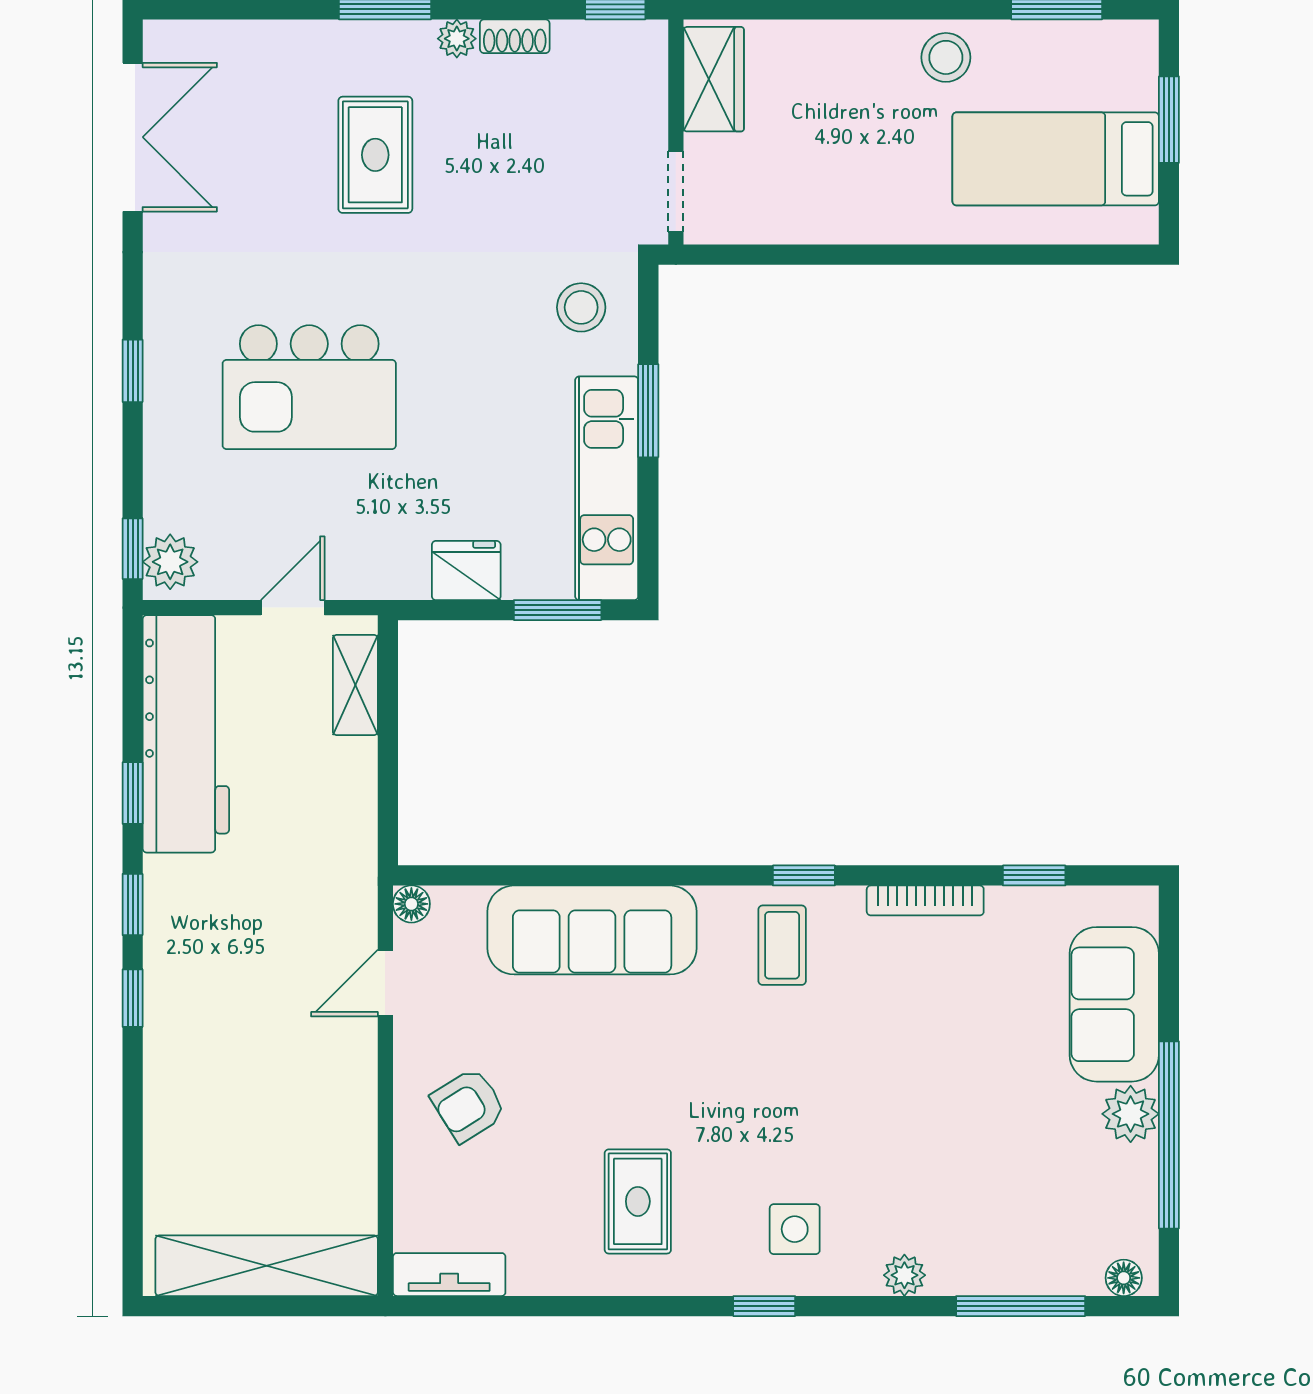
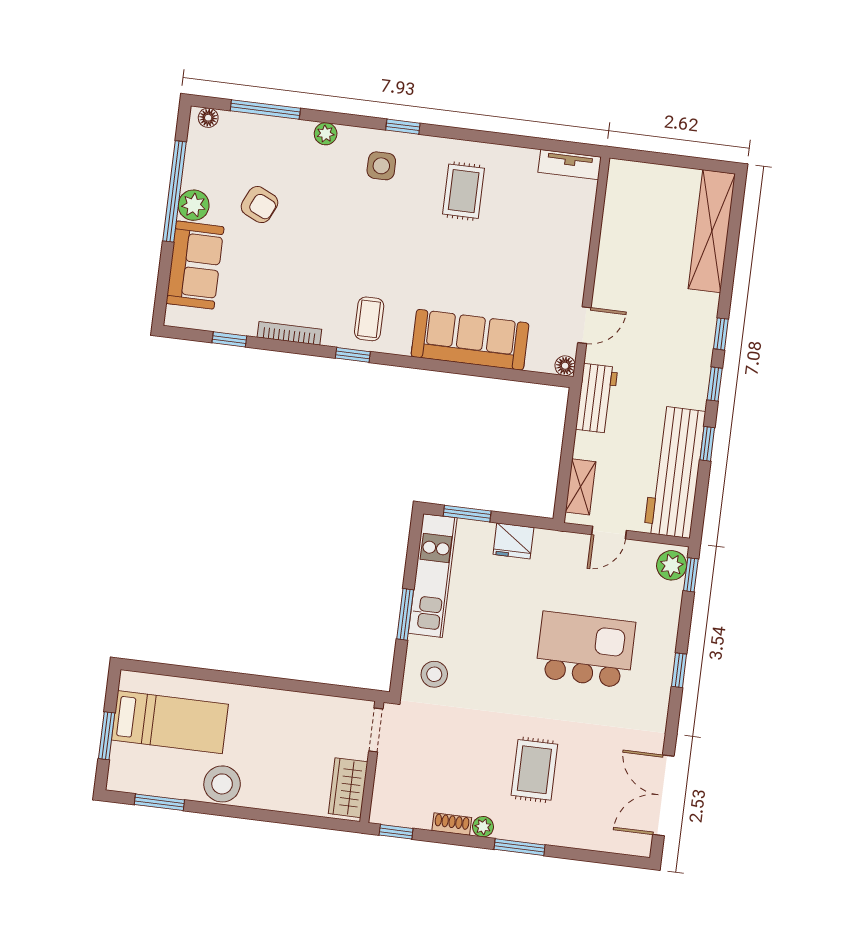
stool: (946, 57) -> (222, 784), width x1.38, depth x1.38
workbench: (346, 851) -> (597, 398), added
armchair: (468, 1105) -> (259, 205), moved, turned 57
shelving: (267, 1266) -> (712, 231), moved, turned 90

